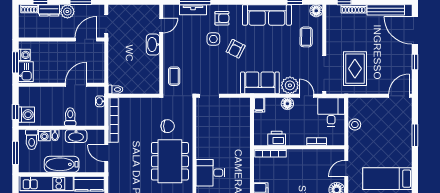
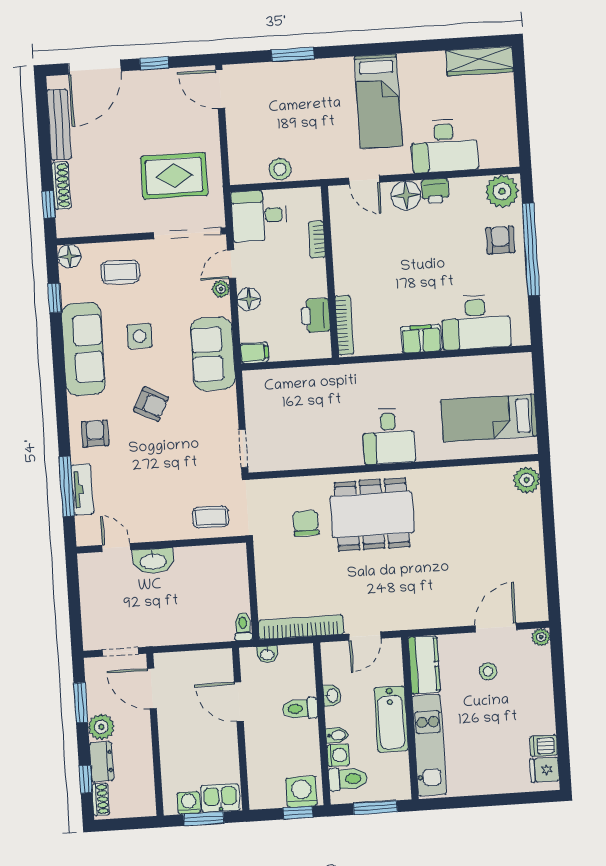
side table: (213, 39) -> (139, 336), moved
plant: (290, 85) -> (221, 289), width x0.53, depth x0.53
washbasin: (76, 136) -> (332, 695), width x0.52, depth x0.69

